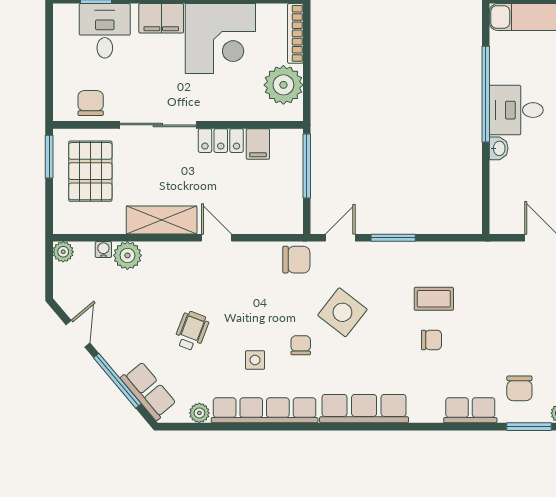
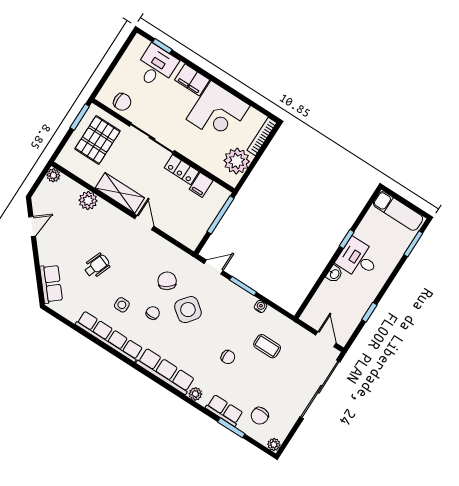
window: (486, 94) -> (347, 239), width x0.32
chair: (91, 103) -> (122, 102), turned 90
water cooler: (103, 249) -> (261, 306), moved
chair: (296, 260) -> (167, 281), moved, turned -126
coffee table: (434, 299) -> (267, 346), moved
window: (117, 381) -> (37, 267), removed
plant: (199, 413) -> (195, 394), moved
window: (529, 427) -> (231, 428), moved

